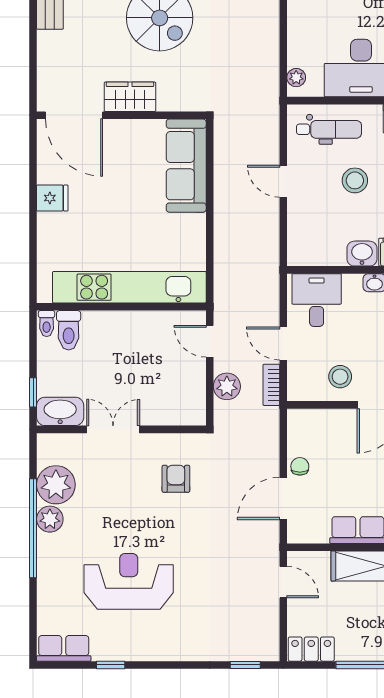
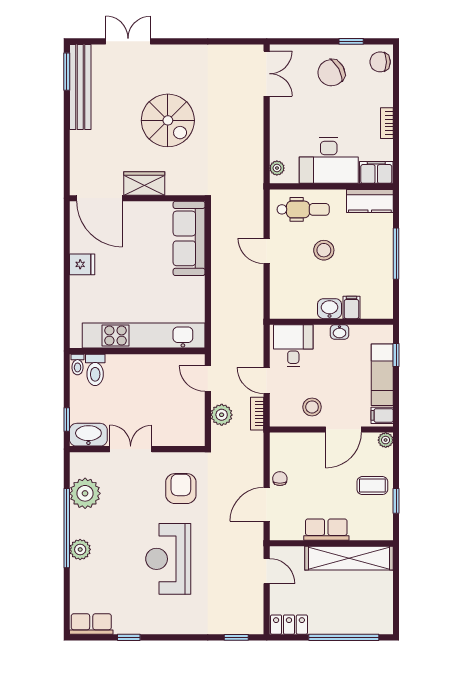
armchair: (176, 479) -> (181, 489), width x1.38, depth x1.38
plant: (50, 519) -> (80, 549), moved
reception desk: (129, 581) -> (168, 559), moved, turned -90

